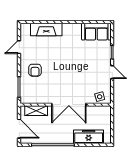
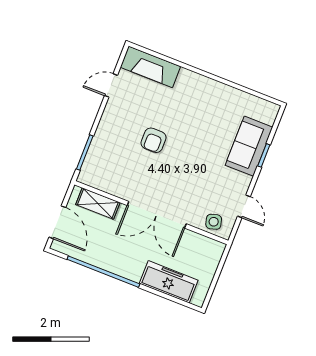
fireplace: (46, 29) -> (150, 67), moved
sofa: (96, 32) -> (249, 146), moved, turned 90
armchair: (35, 70) -> (154, 140), moved
door: (112, 72) -> (244, 206), moved

